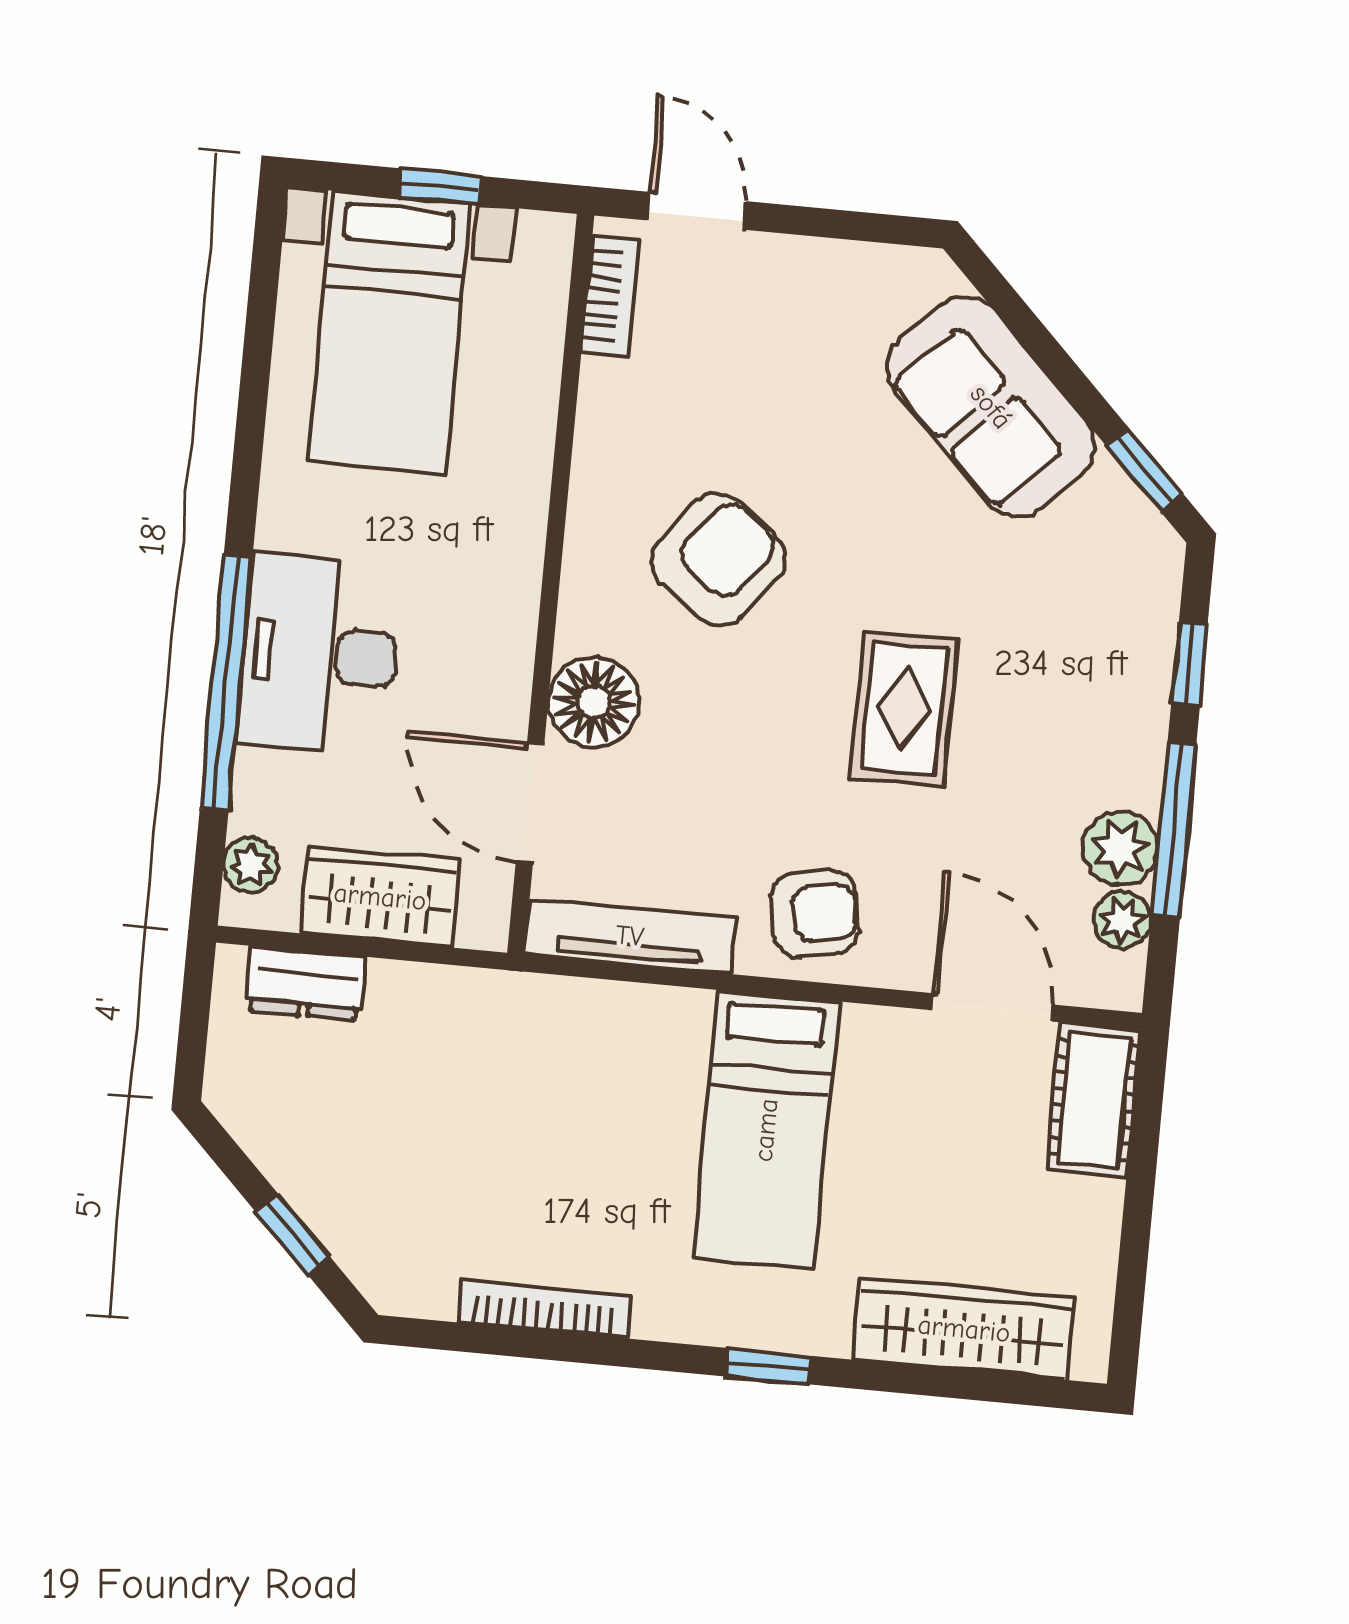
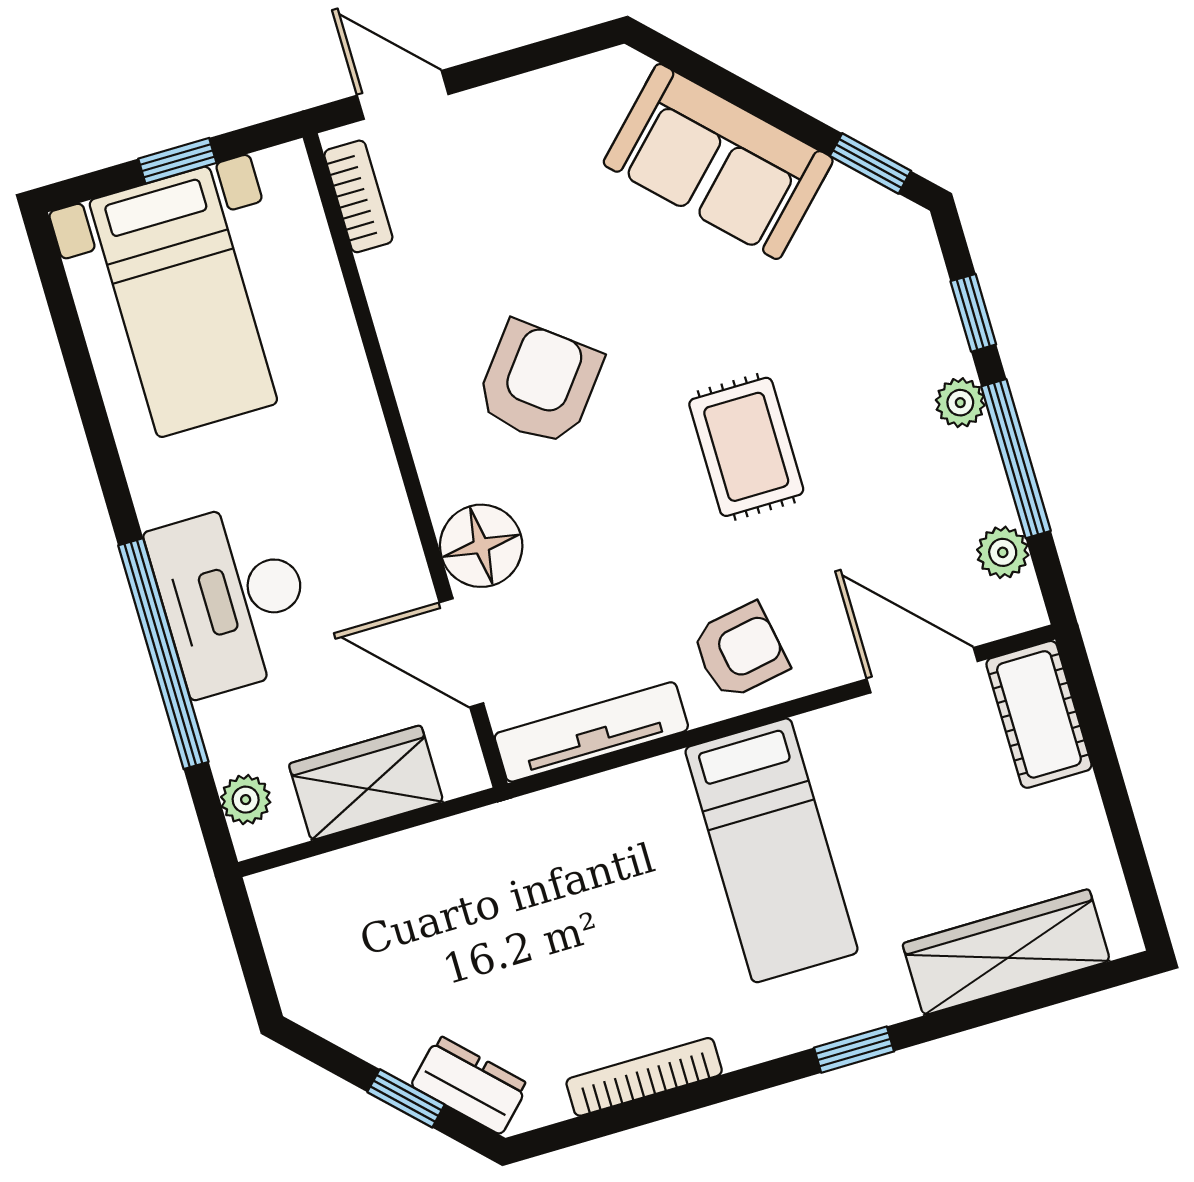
plant: (1120, 848) -> (960, 403), moved, width x0.73, depth x0.73
dresser: (306, 983) -> (470, 1085), moved, turned -135

